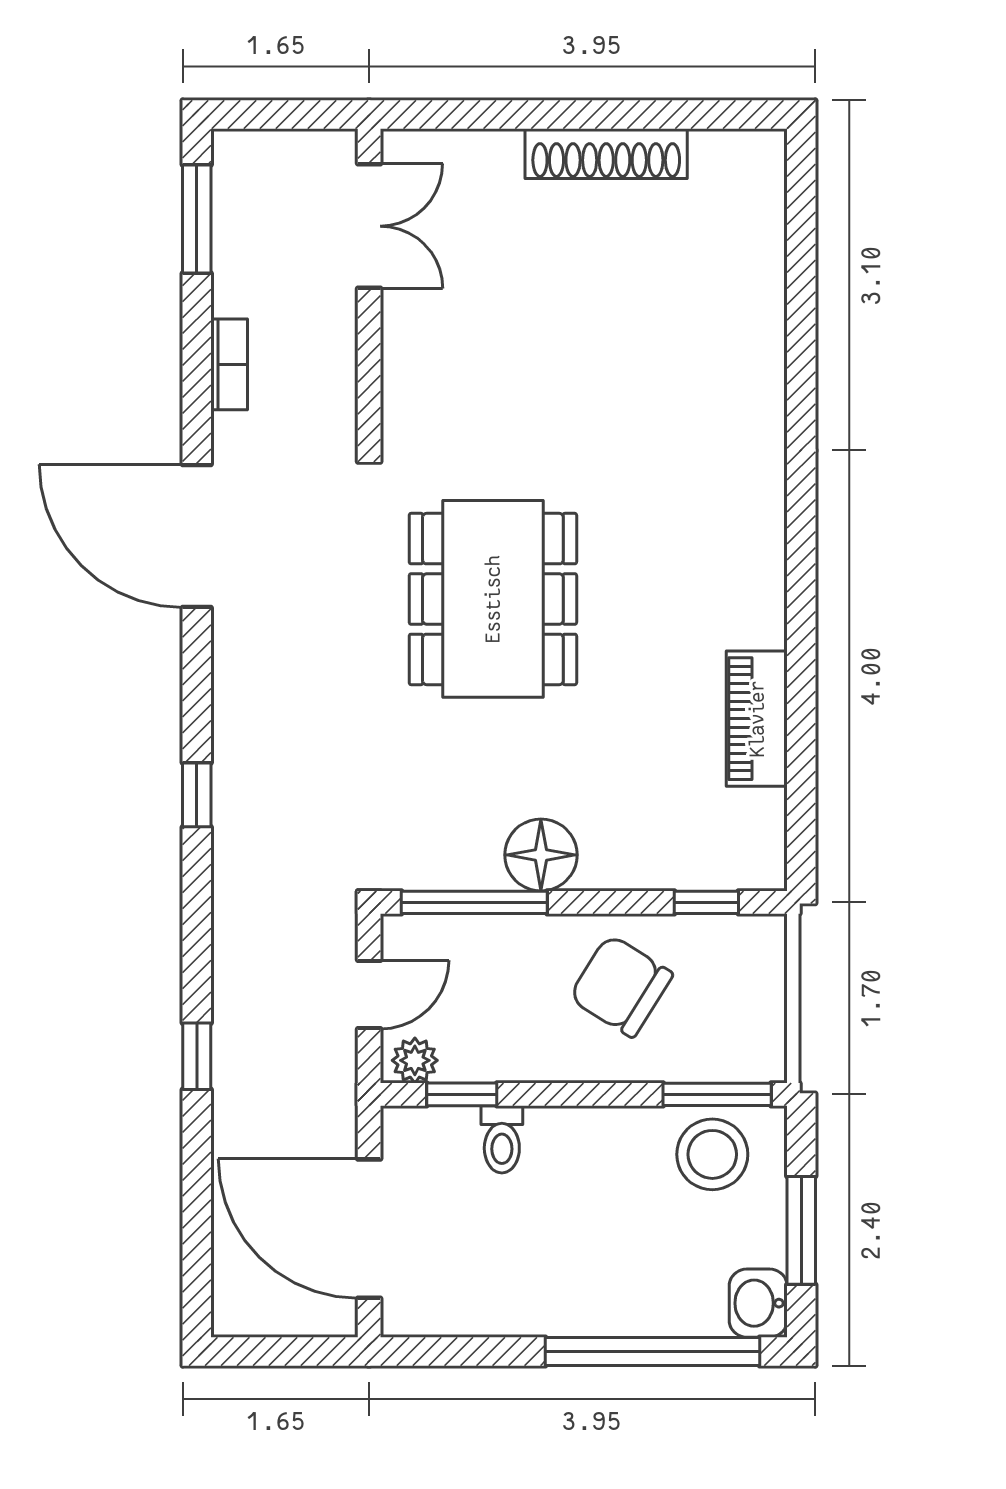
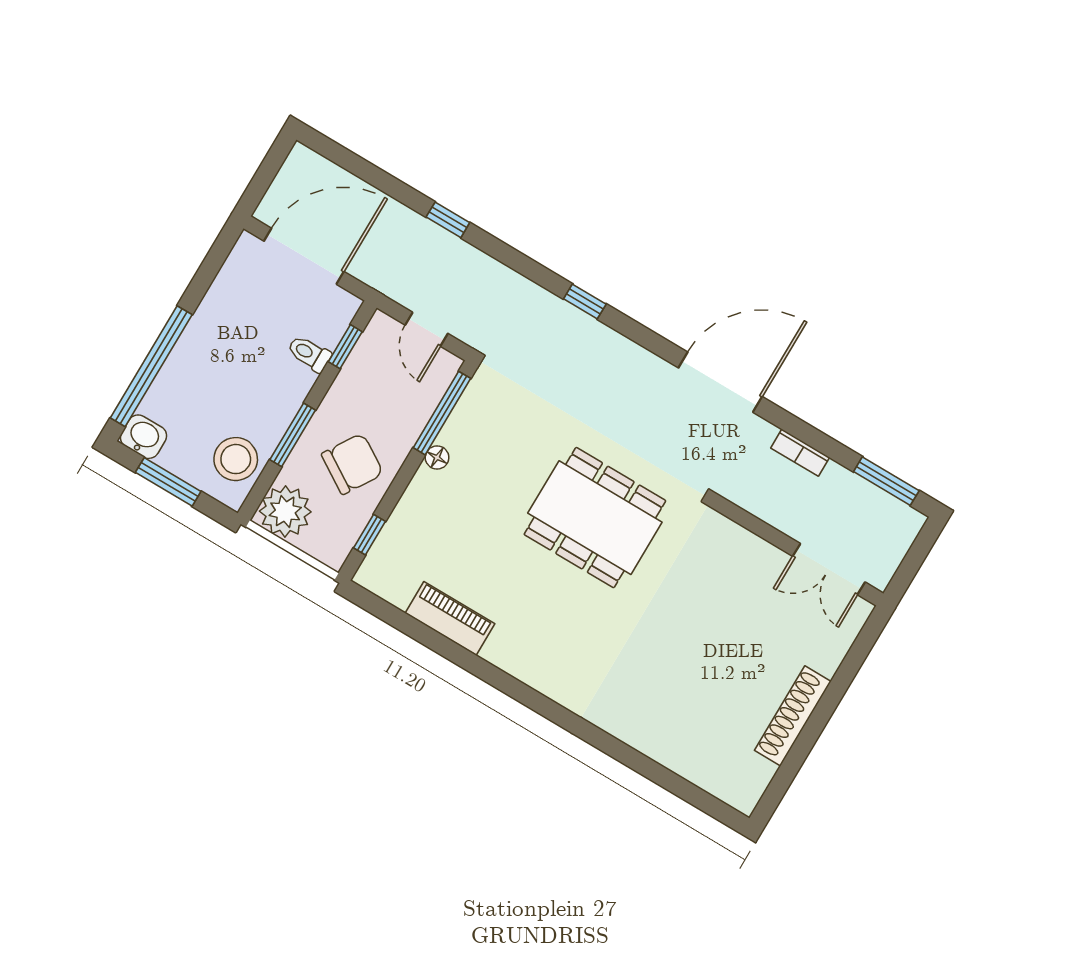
floor lamp: (541, 855) -> (437, 458), width x0.53, depth x0.53
plant: (415, 1060) -> (285, 511), moved, width x1.87, depth x1.87
window: (717, 1094) -> (293, 435), moved

